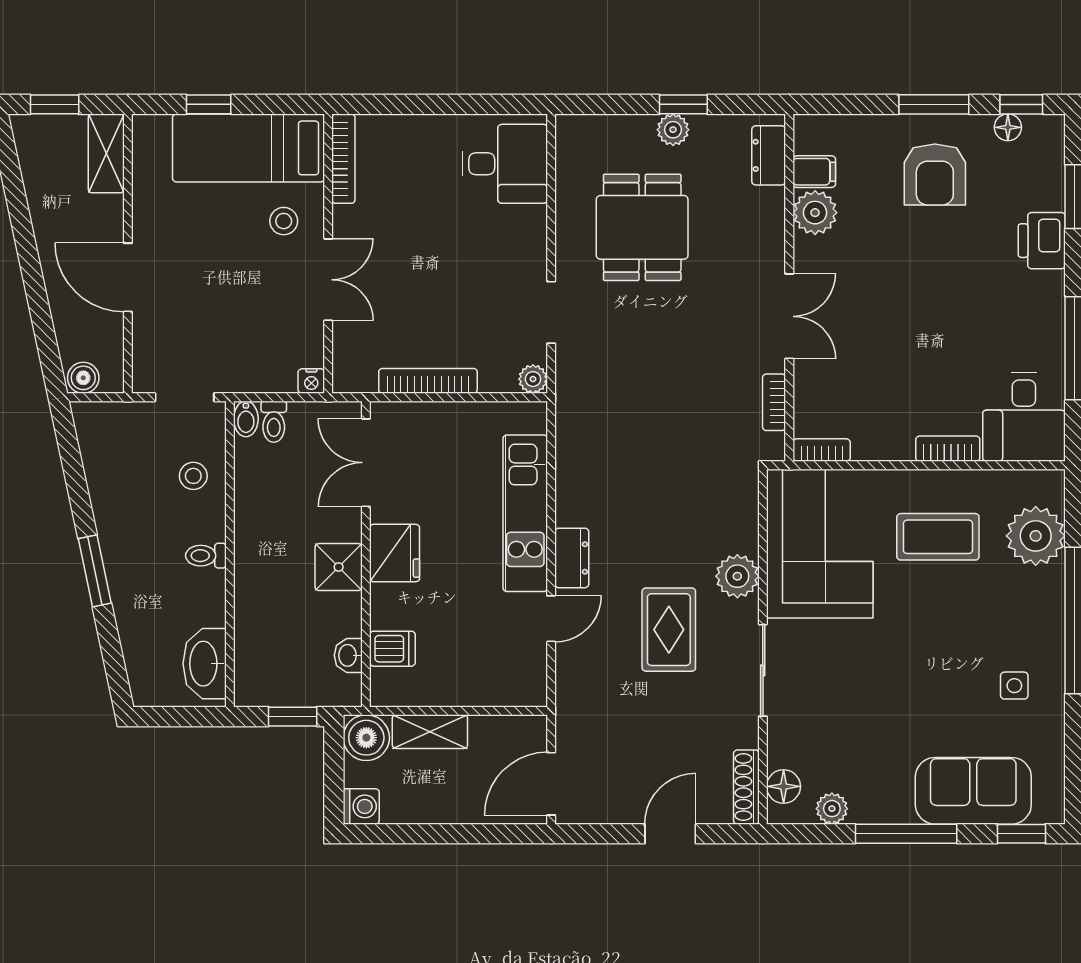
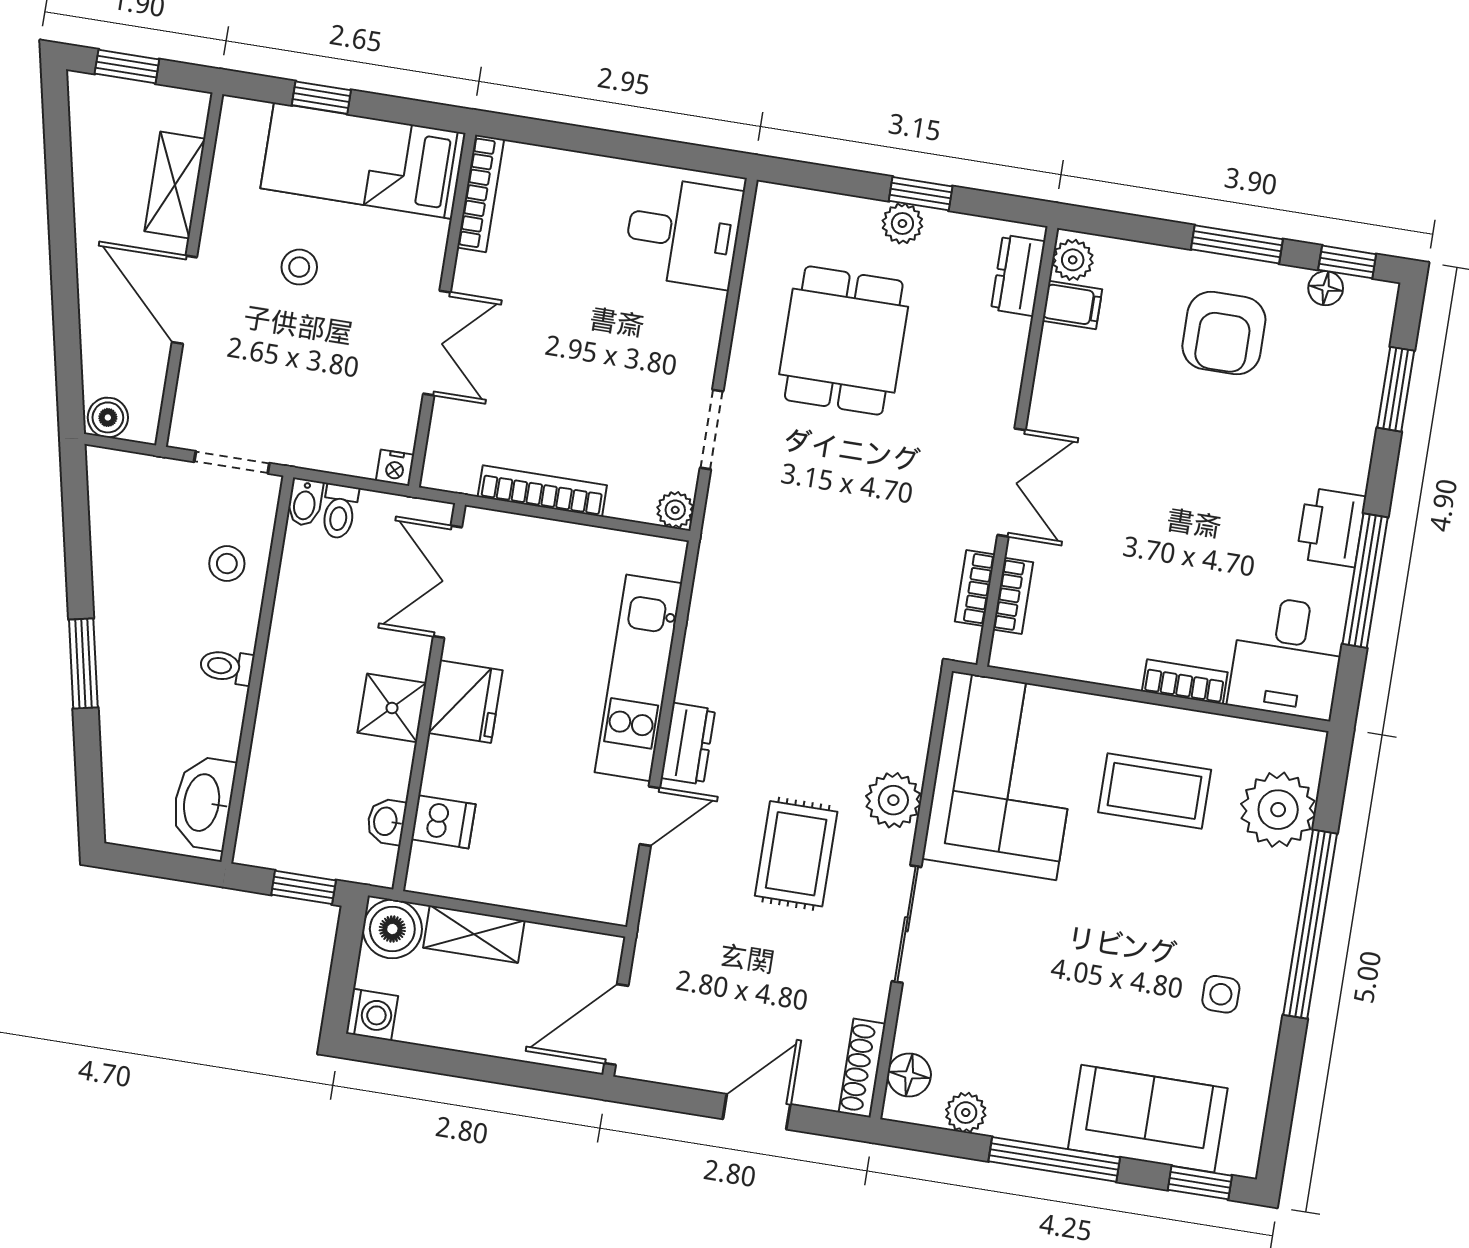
shelving: (106, 153) -> (175, 185), moved
plant: (815, 213) -> (1073, 260), moved, width x0.73, depth x0.73
stool: (284, 221) -> (299, 267), moved
printer: (1042, 241) -> (1331, 527), moved
bookcase: (822, 450) -> (1013, 596), moved, turned 90

